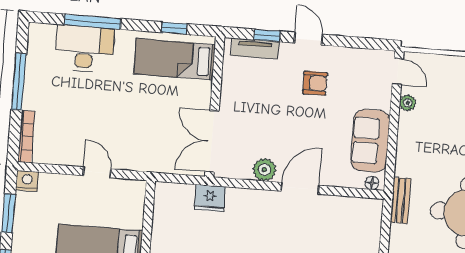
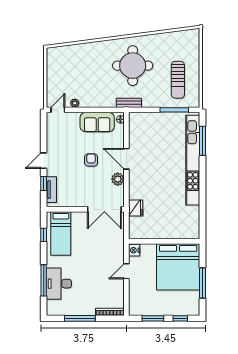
armchair: (315, 83) -> (91, 160), moved
nightstand: (27, 181) -> (134, 250), moved

